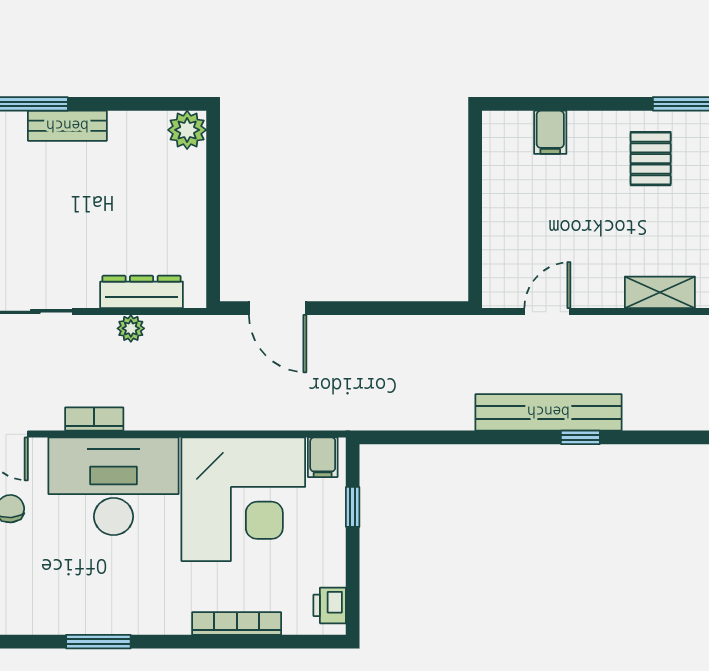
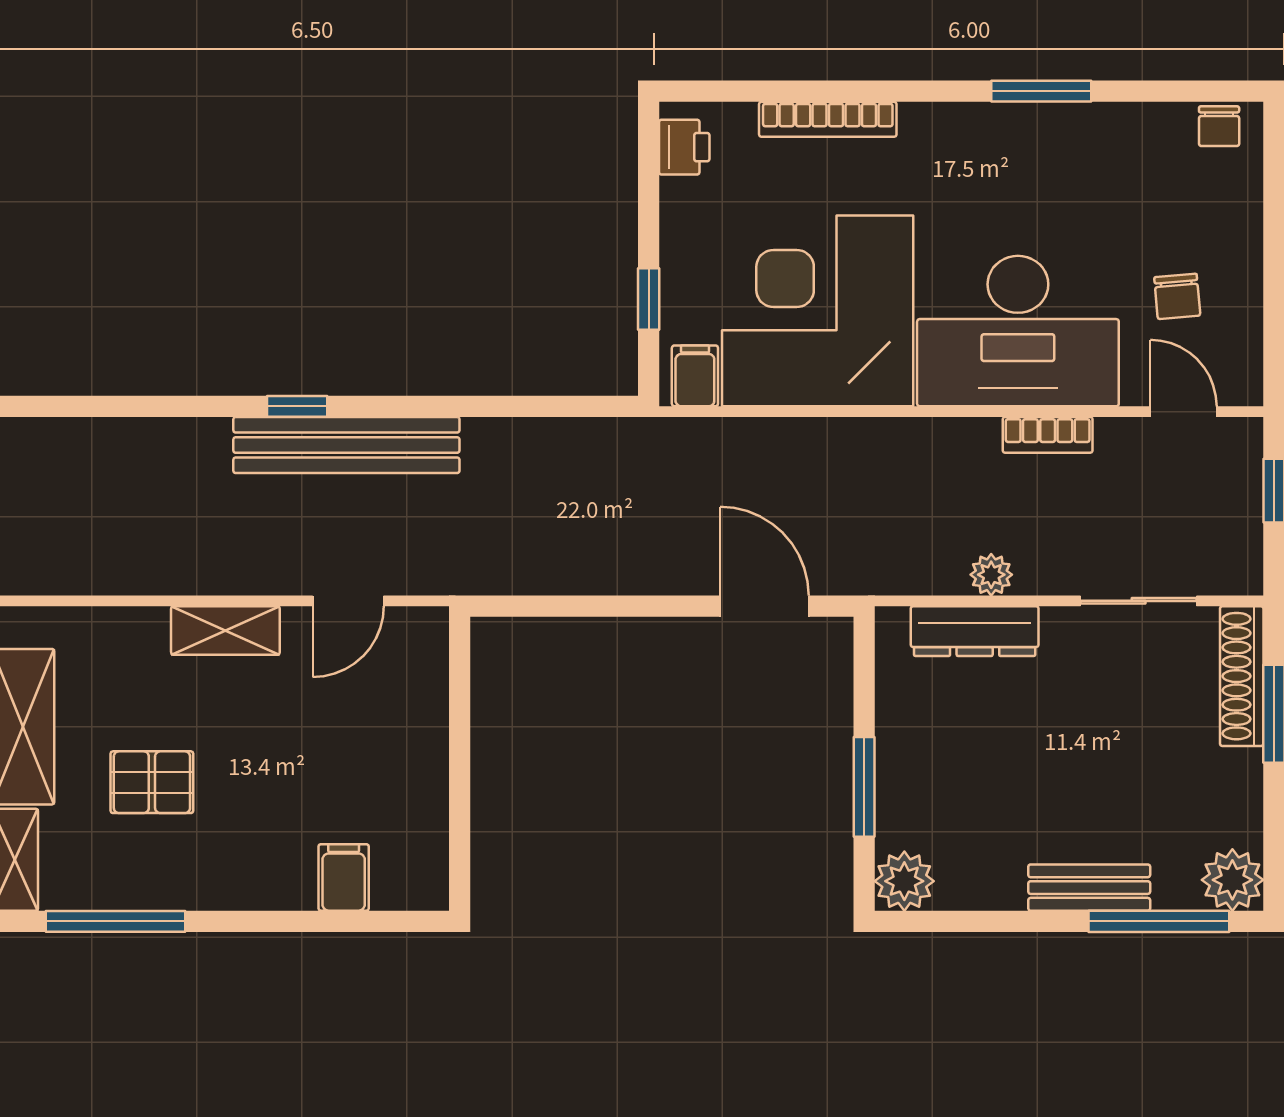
pallet: (651, 159) -> (152, 782), moved, turned 90
window: (213, 191) -> (864, 787), added
shelving: (660, 292) -> (225, 630), moved

